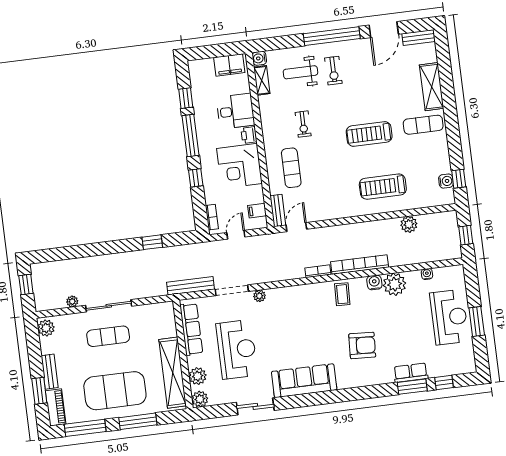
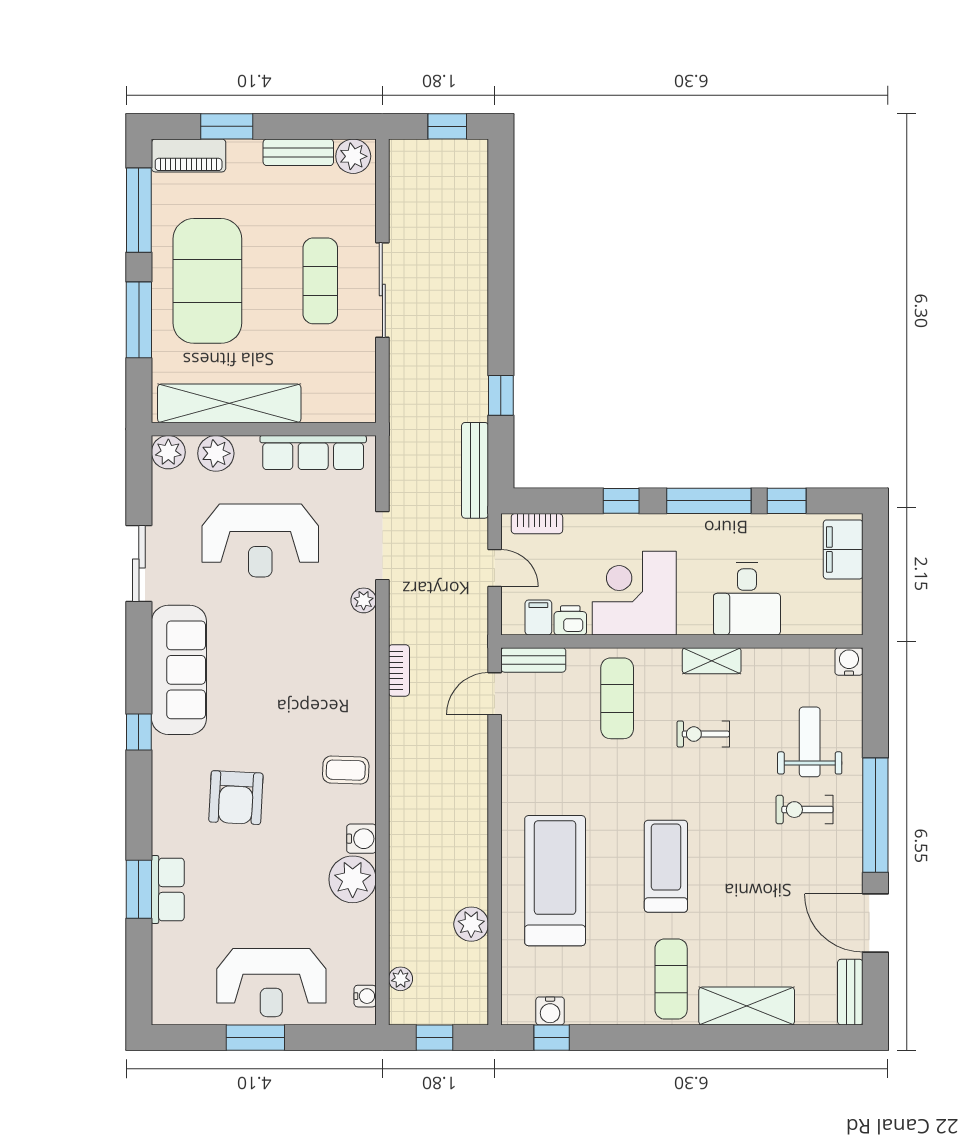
filing cabinet: (229, 65) -> (843, 549), moved
shelving: (262, 80) -> (712, 661), moved
printer: (249, 135) -> (570, 620), moved
exercise mat: (291, 168) -> (617, 698), turned 90
treadmill: (383, 187) -> (555, 881), width x1.37, depth x1.38
door: (296, 227) -> (495, 694), swing flipped
bookcase: (360, 265) -> (402, 813), removed
bookcase: (318, 271) -> (399, 670), moved
water cooler: (427, 274) -> (365, 996), moved
bench: (191, 286) -> (475, 470), moved
plant: (72, 301) -> (401, 979), moved
bench: (50, 372) -> (298, 152), moved
window: (444, 383) -> (139, 732), moved

